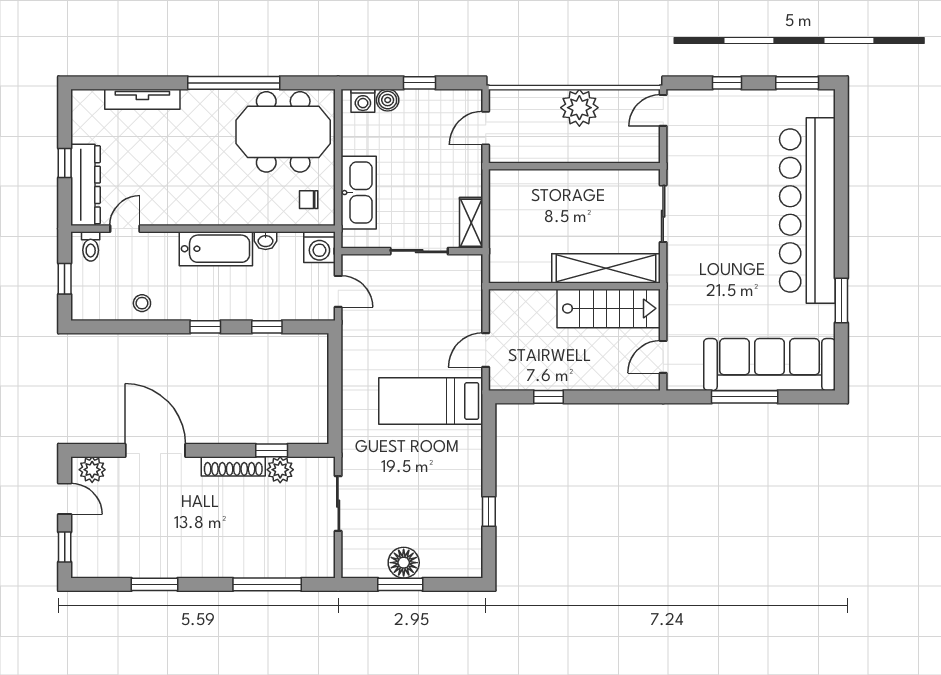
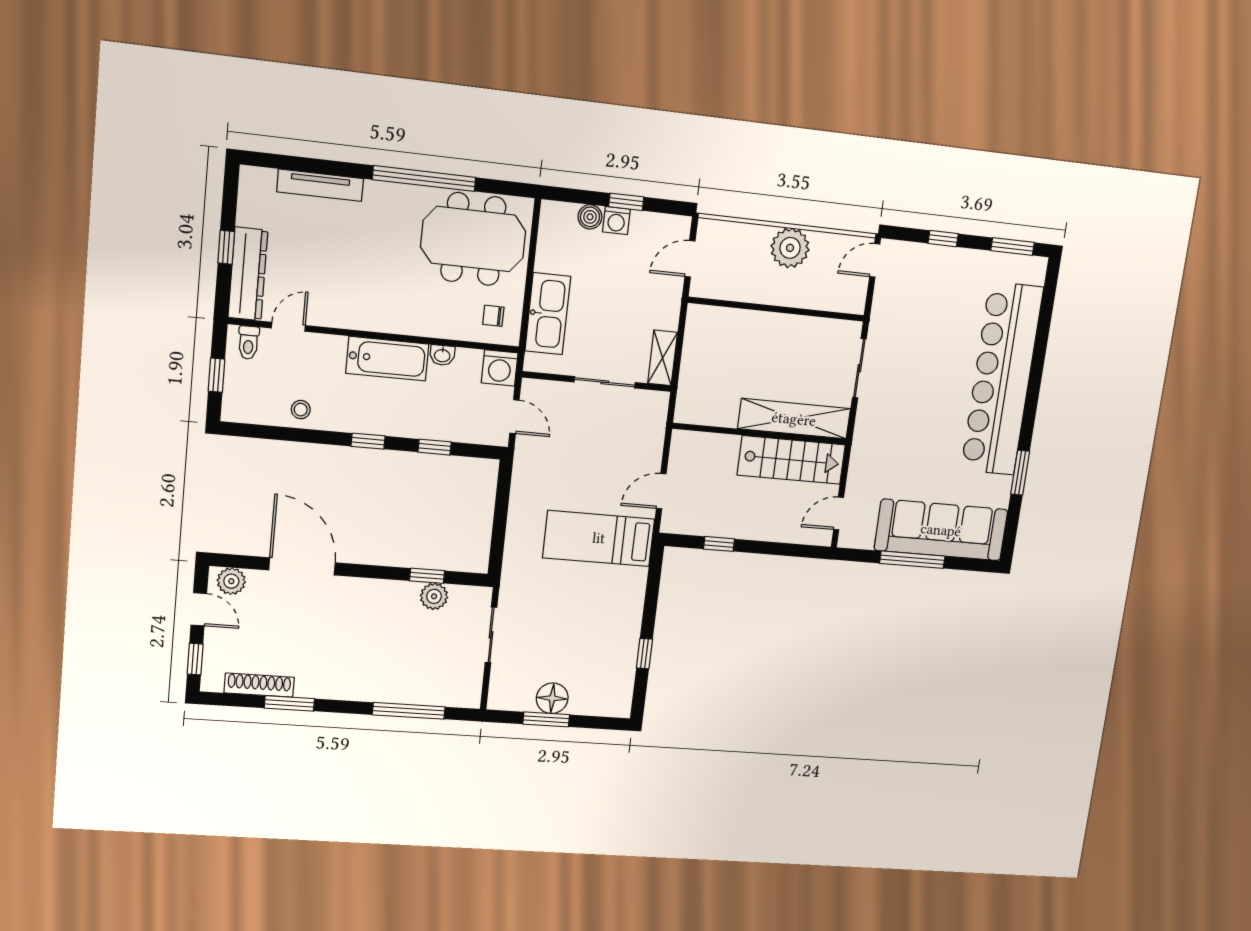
washing machine: (363, 101) -> (616, 221), moved
shoe rack: (233, 466) -> (259, 685), moved, turned 180

